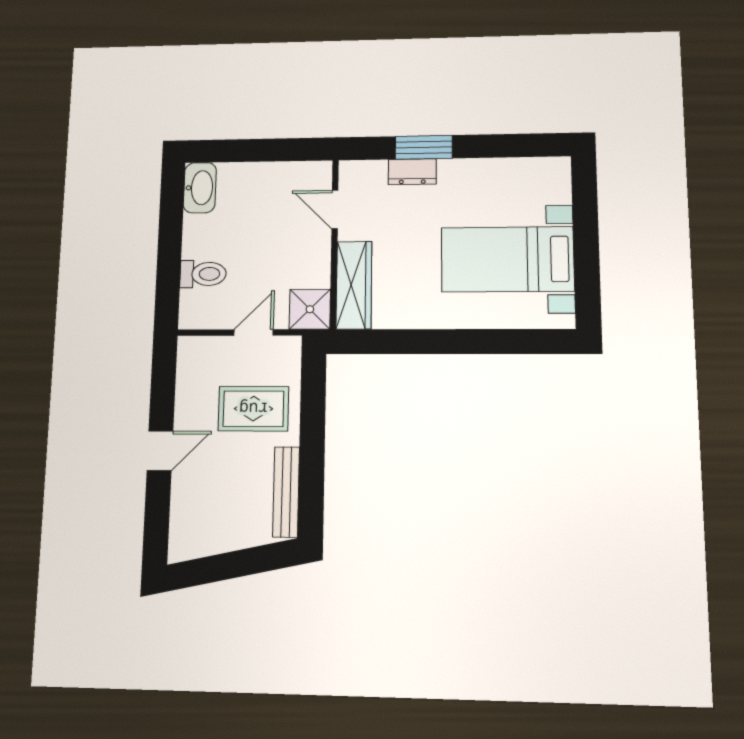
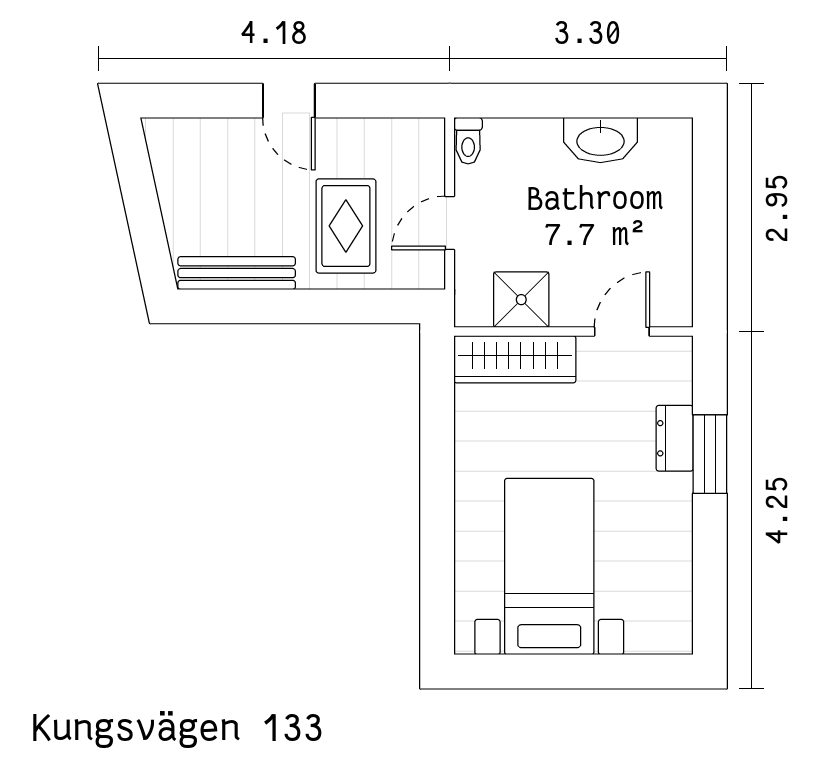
washbasin: (200, 188) -> (600, 140), moved
toilet: (203, 274) -> (468, 141), moved, width x0.73, depth x0.72
shower: (310, 309) -> (521, 300), moved
door: (254, 332) -> (450, 223), swing flipped

